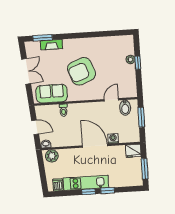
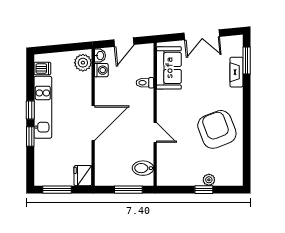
armchair: (81, 71) -> (217, 129), moved
door: (111, 100) -> (155, 132), moved
washing machine: (113, 139) -> (101, 70), moved

